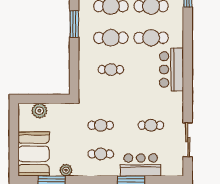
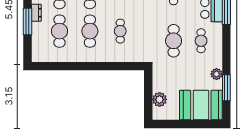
window: (74, 24) -> (77, 66), removed
cafe table: (101, 125) -> (174, 41), width x1.37, depth x1.35

